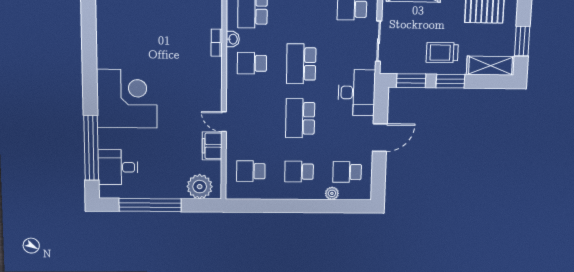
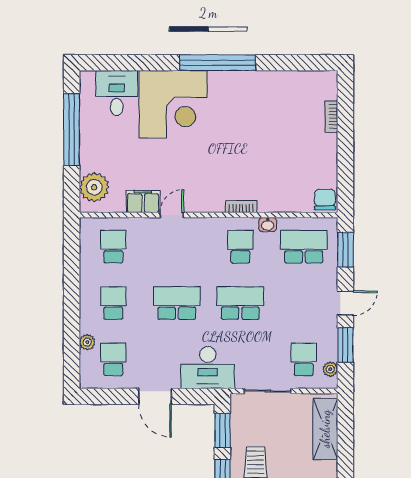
bookcase: (217, 43) -> (241, 206), moved
corner desk: (127, 99) -> (173, 104), moved
window: (91, 148) -> (218, 63), moved

